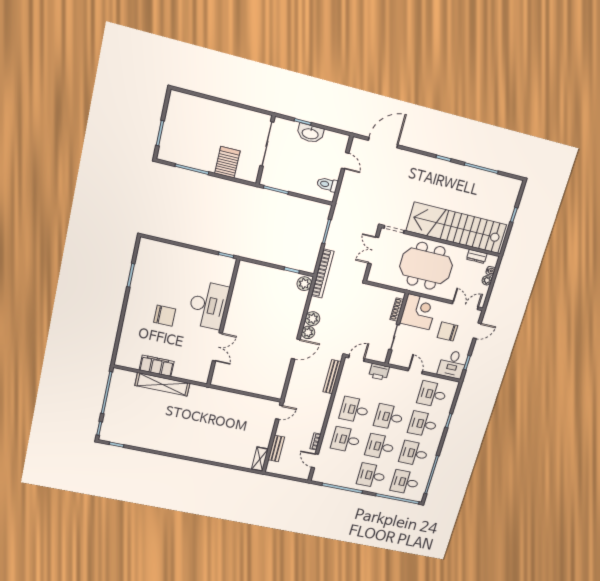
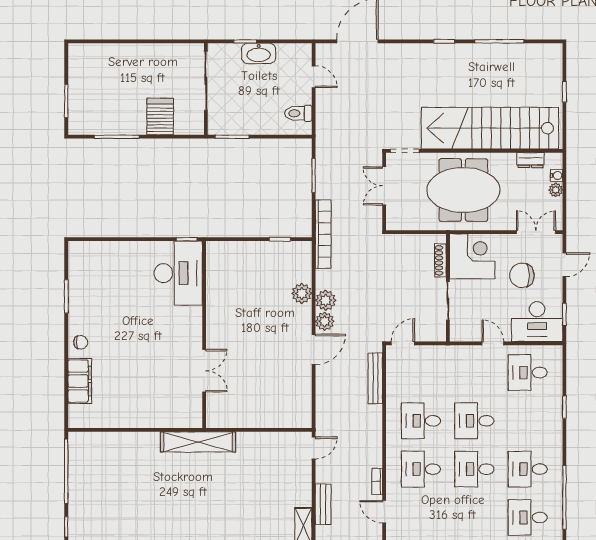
plant: (304, 284) -> (302, 294), moved
desk: (208, 305) -> (178, 273), moved
chair: (165, 316) -> (81, 342), moved, width x0.54, depth x0.54
desk: (453, 364) -> (537, 322), width x1.37
filing cabinet: (157, 366) -> (80, 381), moved, turned 90
printer: (379, 372) -> (441, 356), removed
shelving: (162, 384) -> (198, 442), moved
desk: (423, 424) -> (528, 421), removed
desk: (371, 476) -> (474, 517), removed

